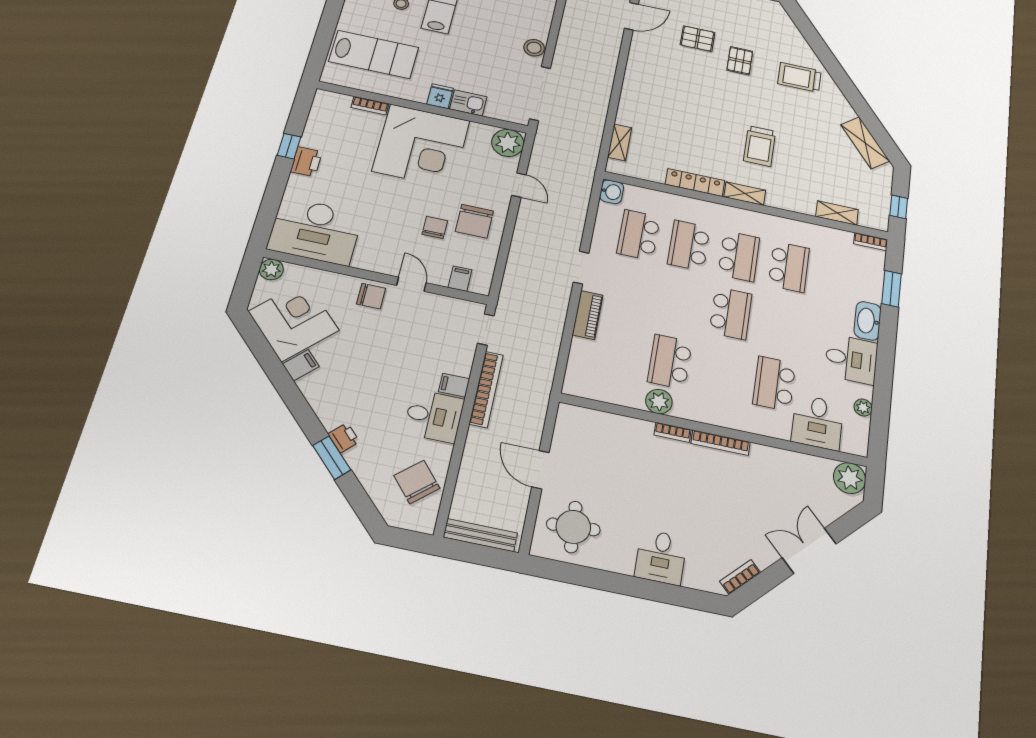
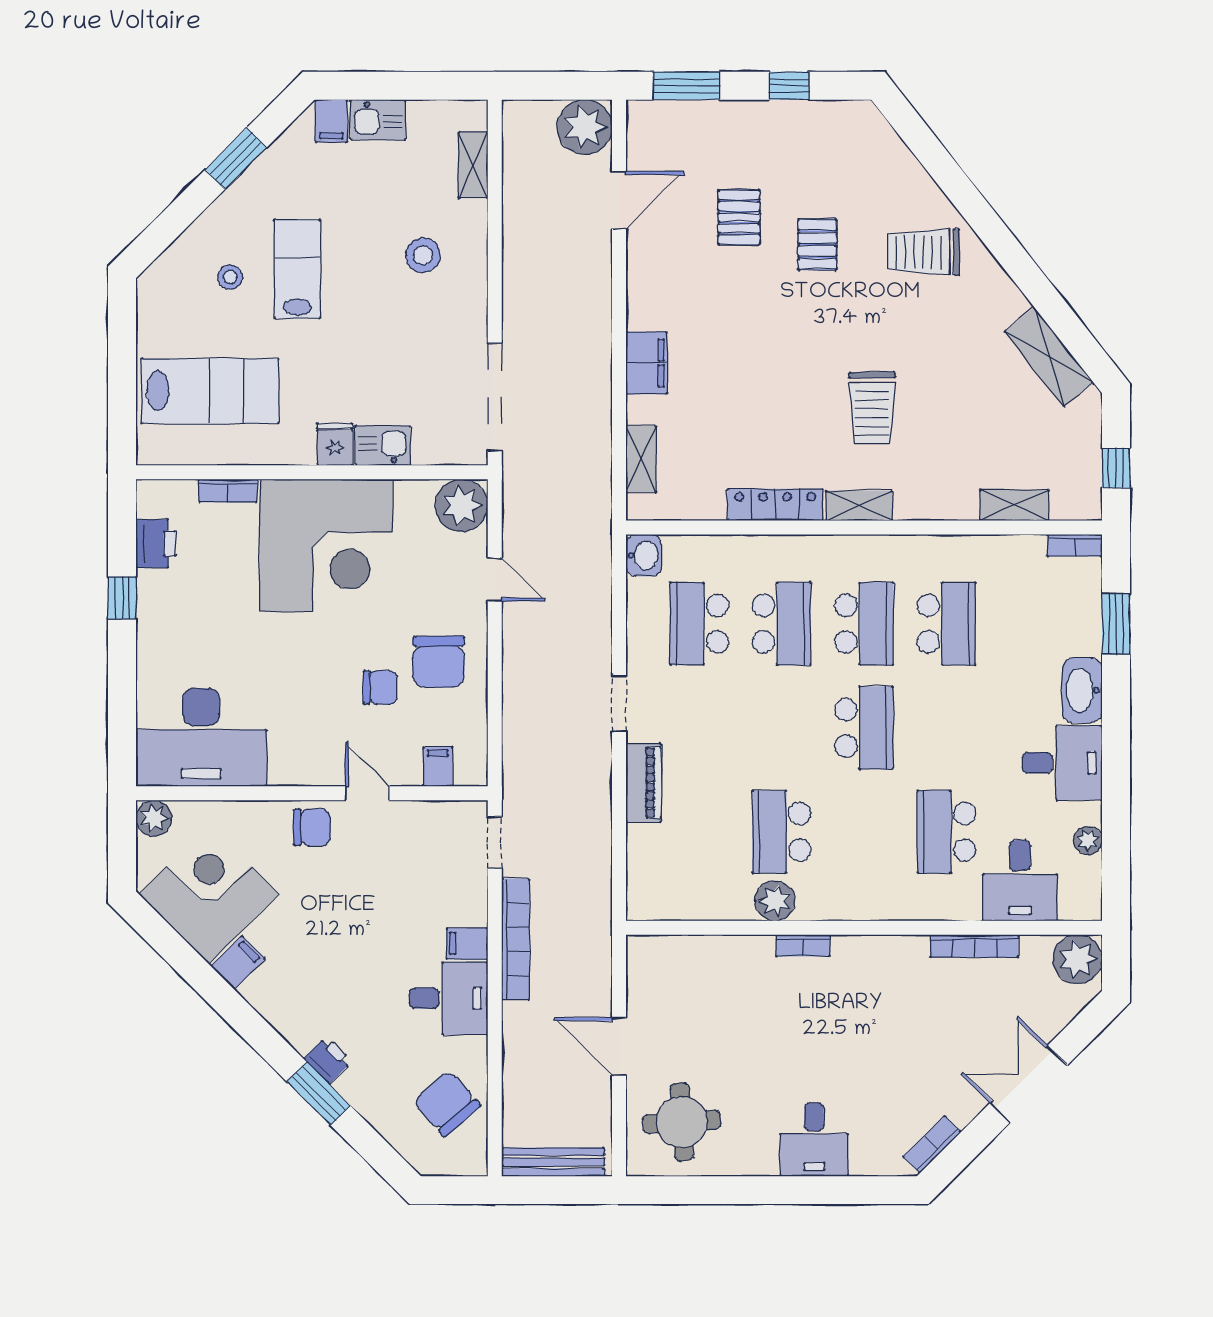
pallet: (698, 39) -> (739, 217), turned 90
stool: (534, 48) -> (423, 255), moved
filing cabinet: (632, 96) -> (647, 363), added
printer: (306, 162) -> (156, 544), moved
chair: (435, 227) -> (380, 687), turned 90
school desk: (689, 246) -> (782, 624), turned 180
bookcase: (721, 443) -> (974, 946), moved

